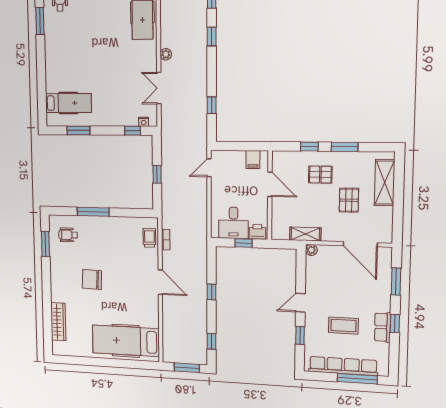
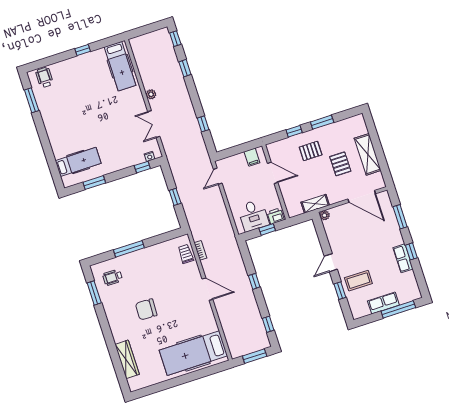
shelving: (385, 183) -> (368, 154), moved
coffee table: (343, 326) -> (358, 281), moved
row of seats: (343, 366) -> (383, 303), width x0.50

